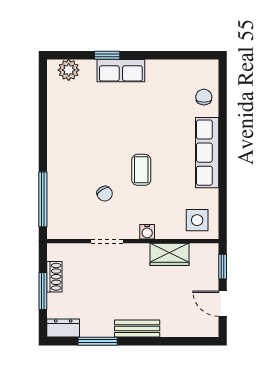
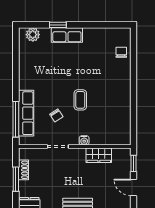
row of seats: (207, 153) -> (26, 113), moved, turned 180
side table: (197, 220) -> (117, 133), removed

